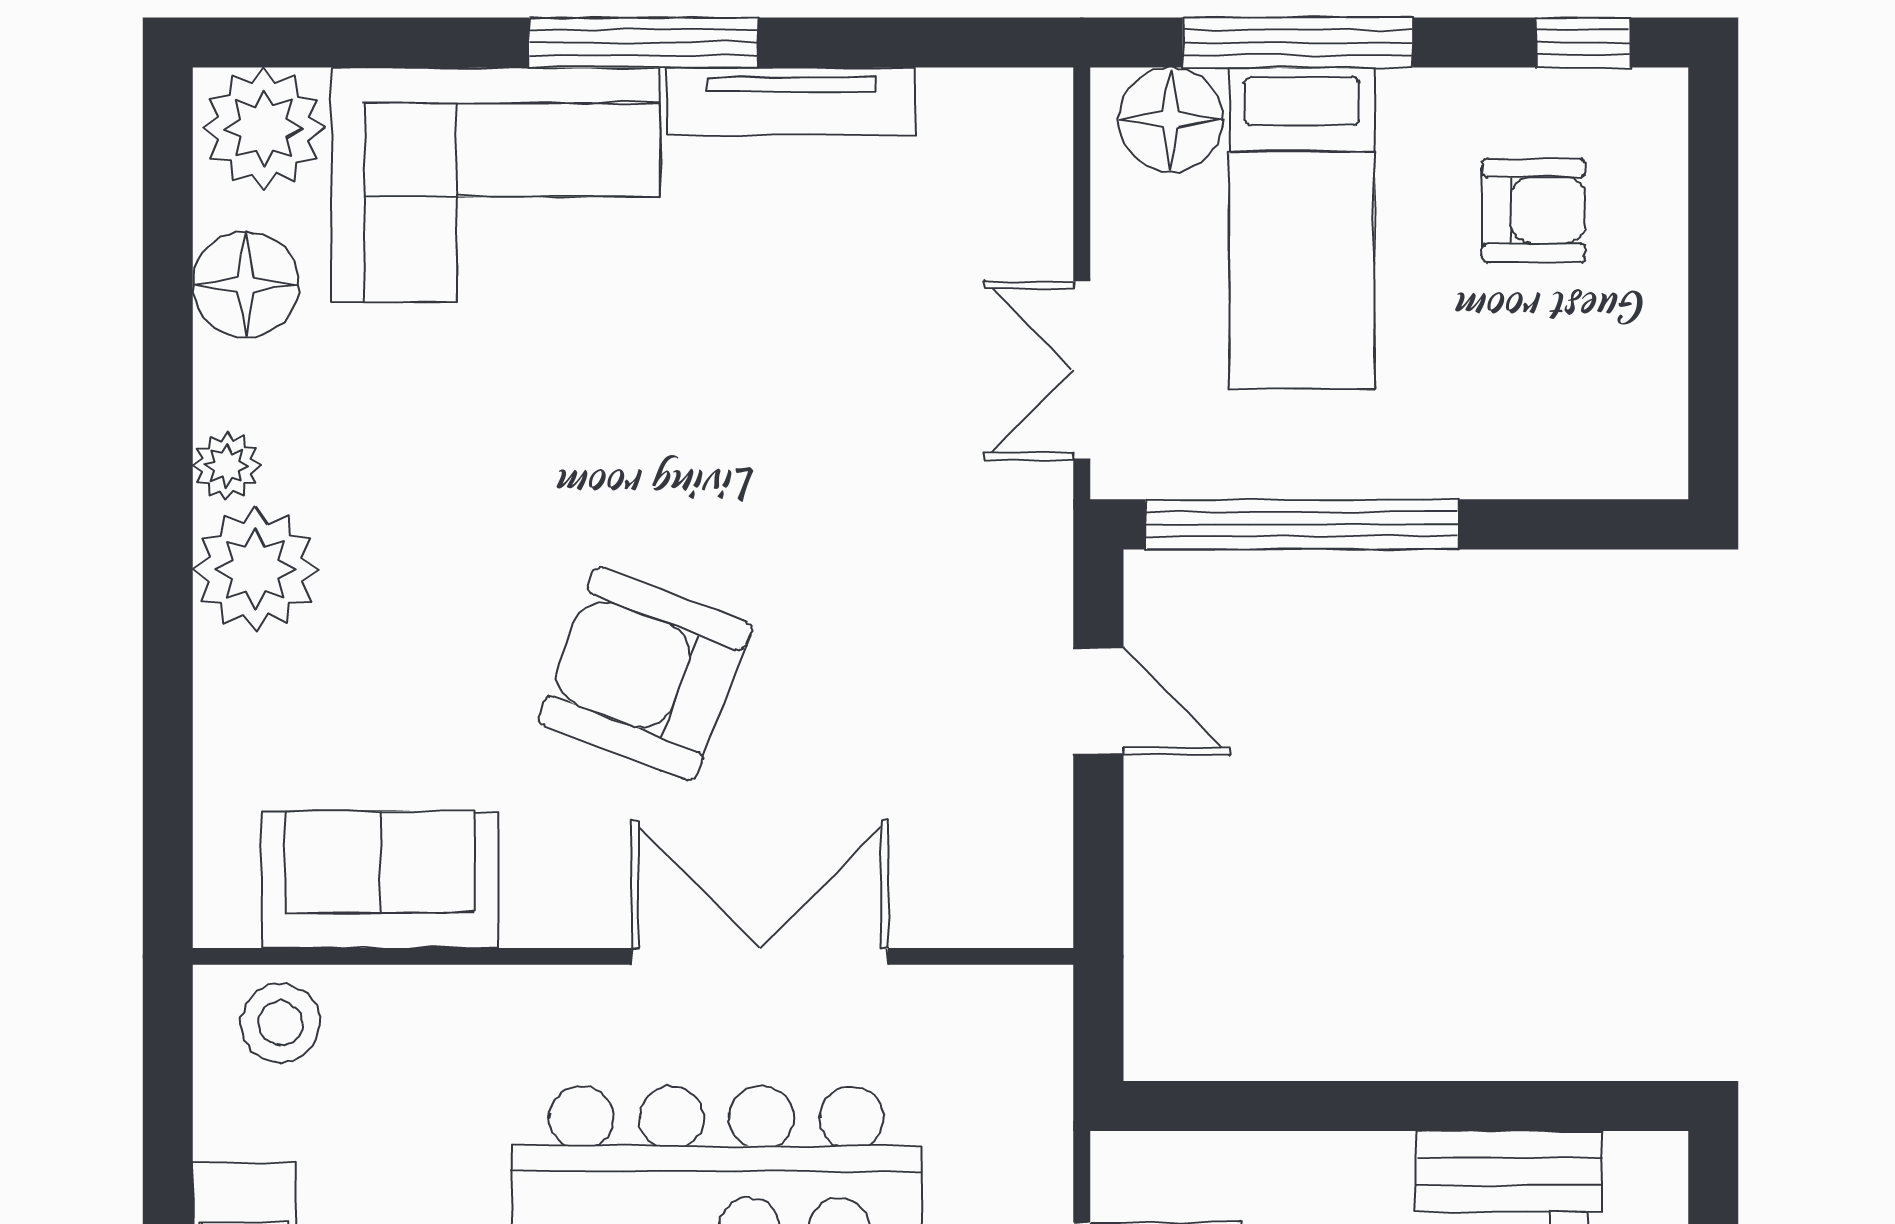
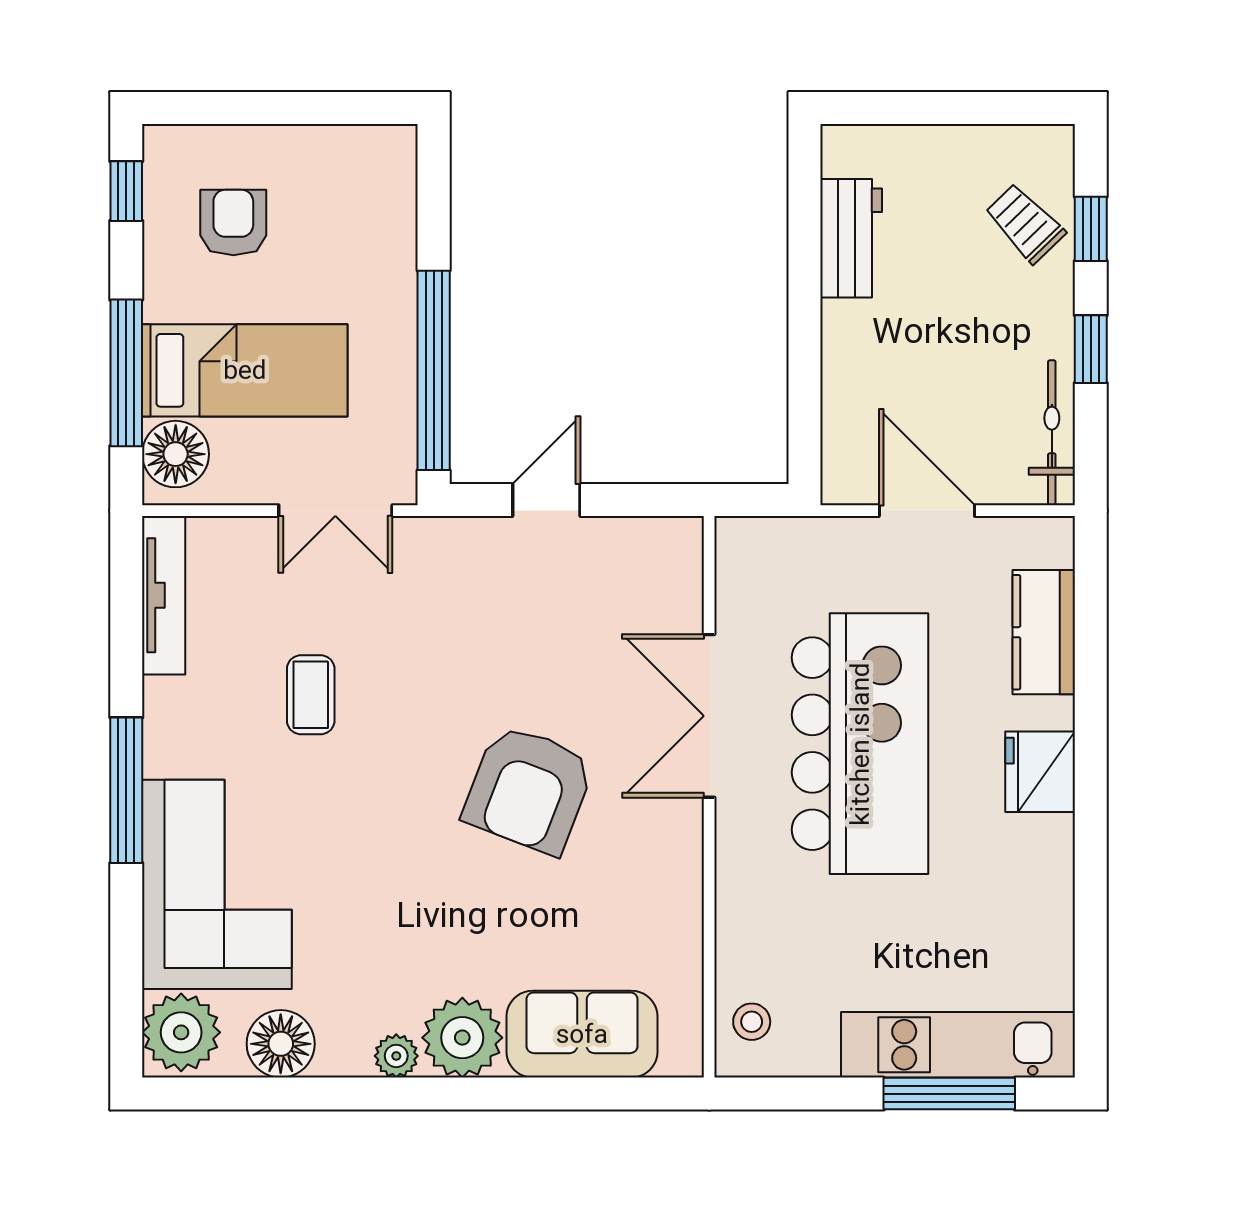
tv unit: (791, 101) -> (164, 595), moved
coffee table: (793, 332) -> (311, 695), added
sofa: (380, 880) -> (582, 1034), moved, turned 90
stool: (280, 1023) -> (752, 1022), width x0.73, depth x0.73

